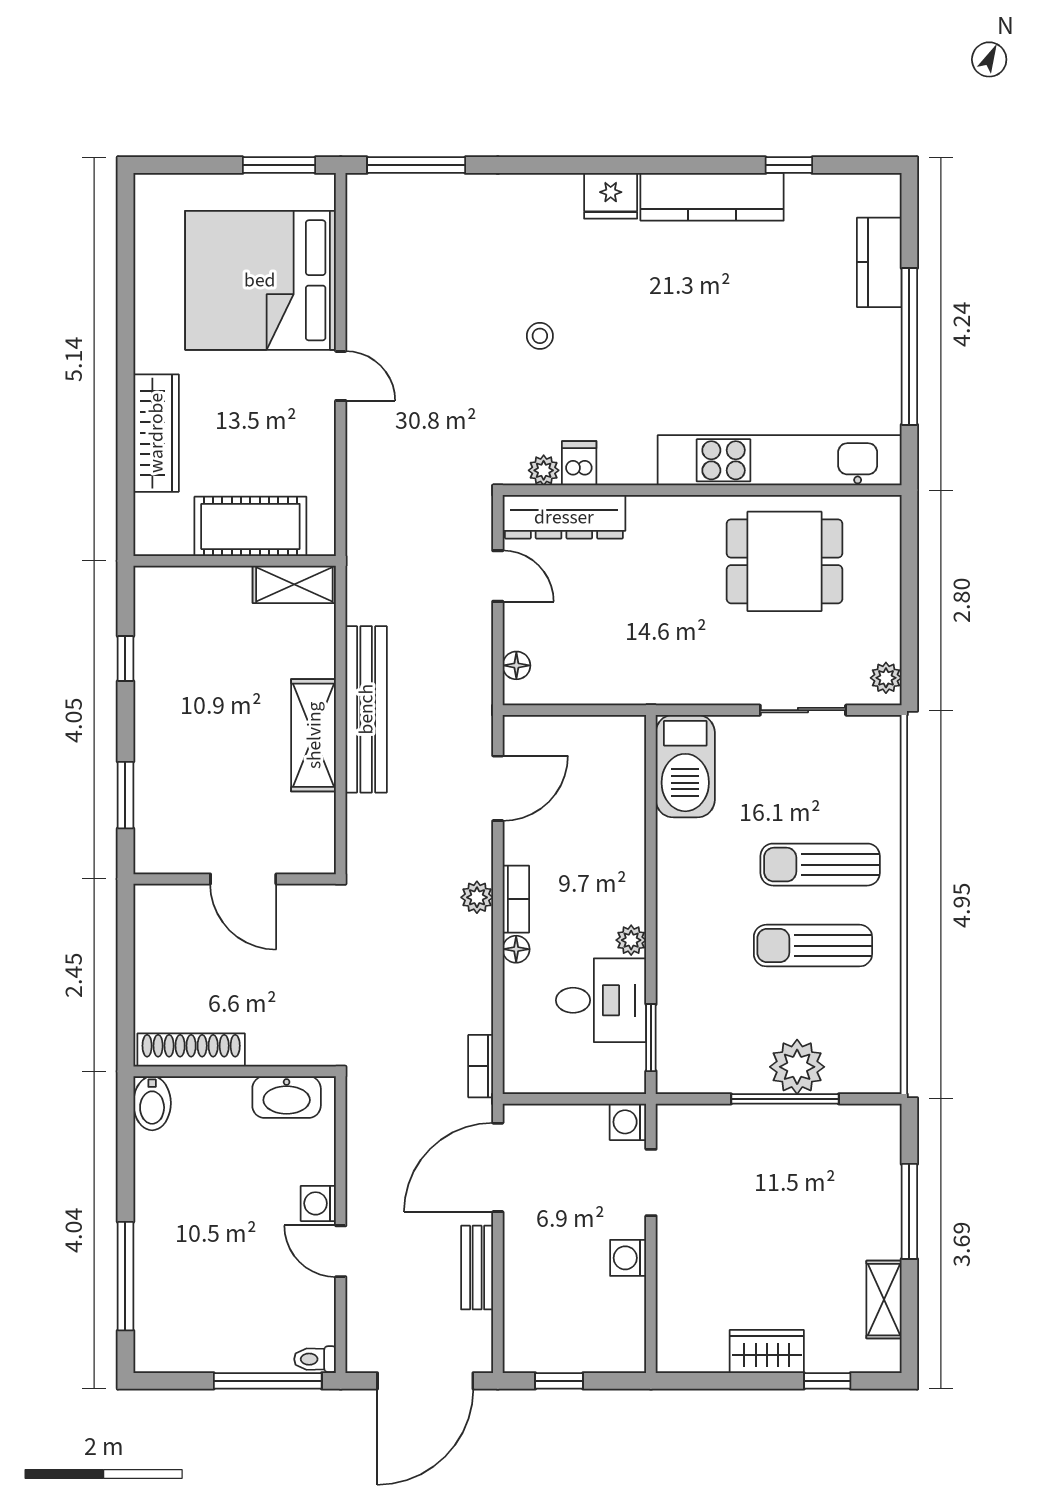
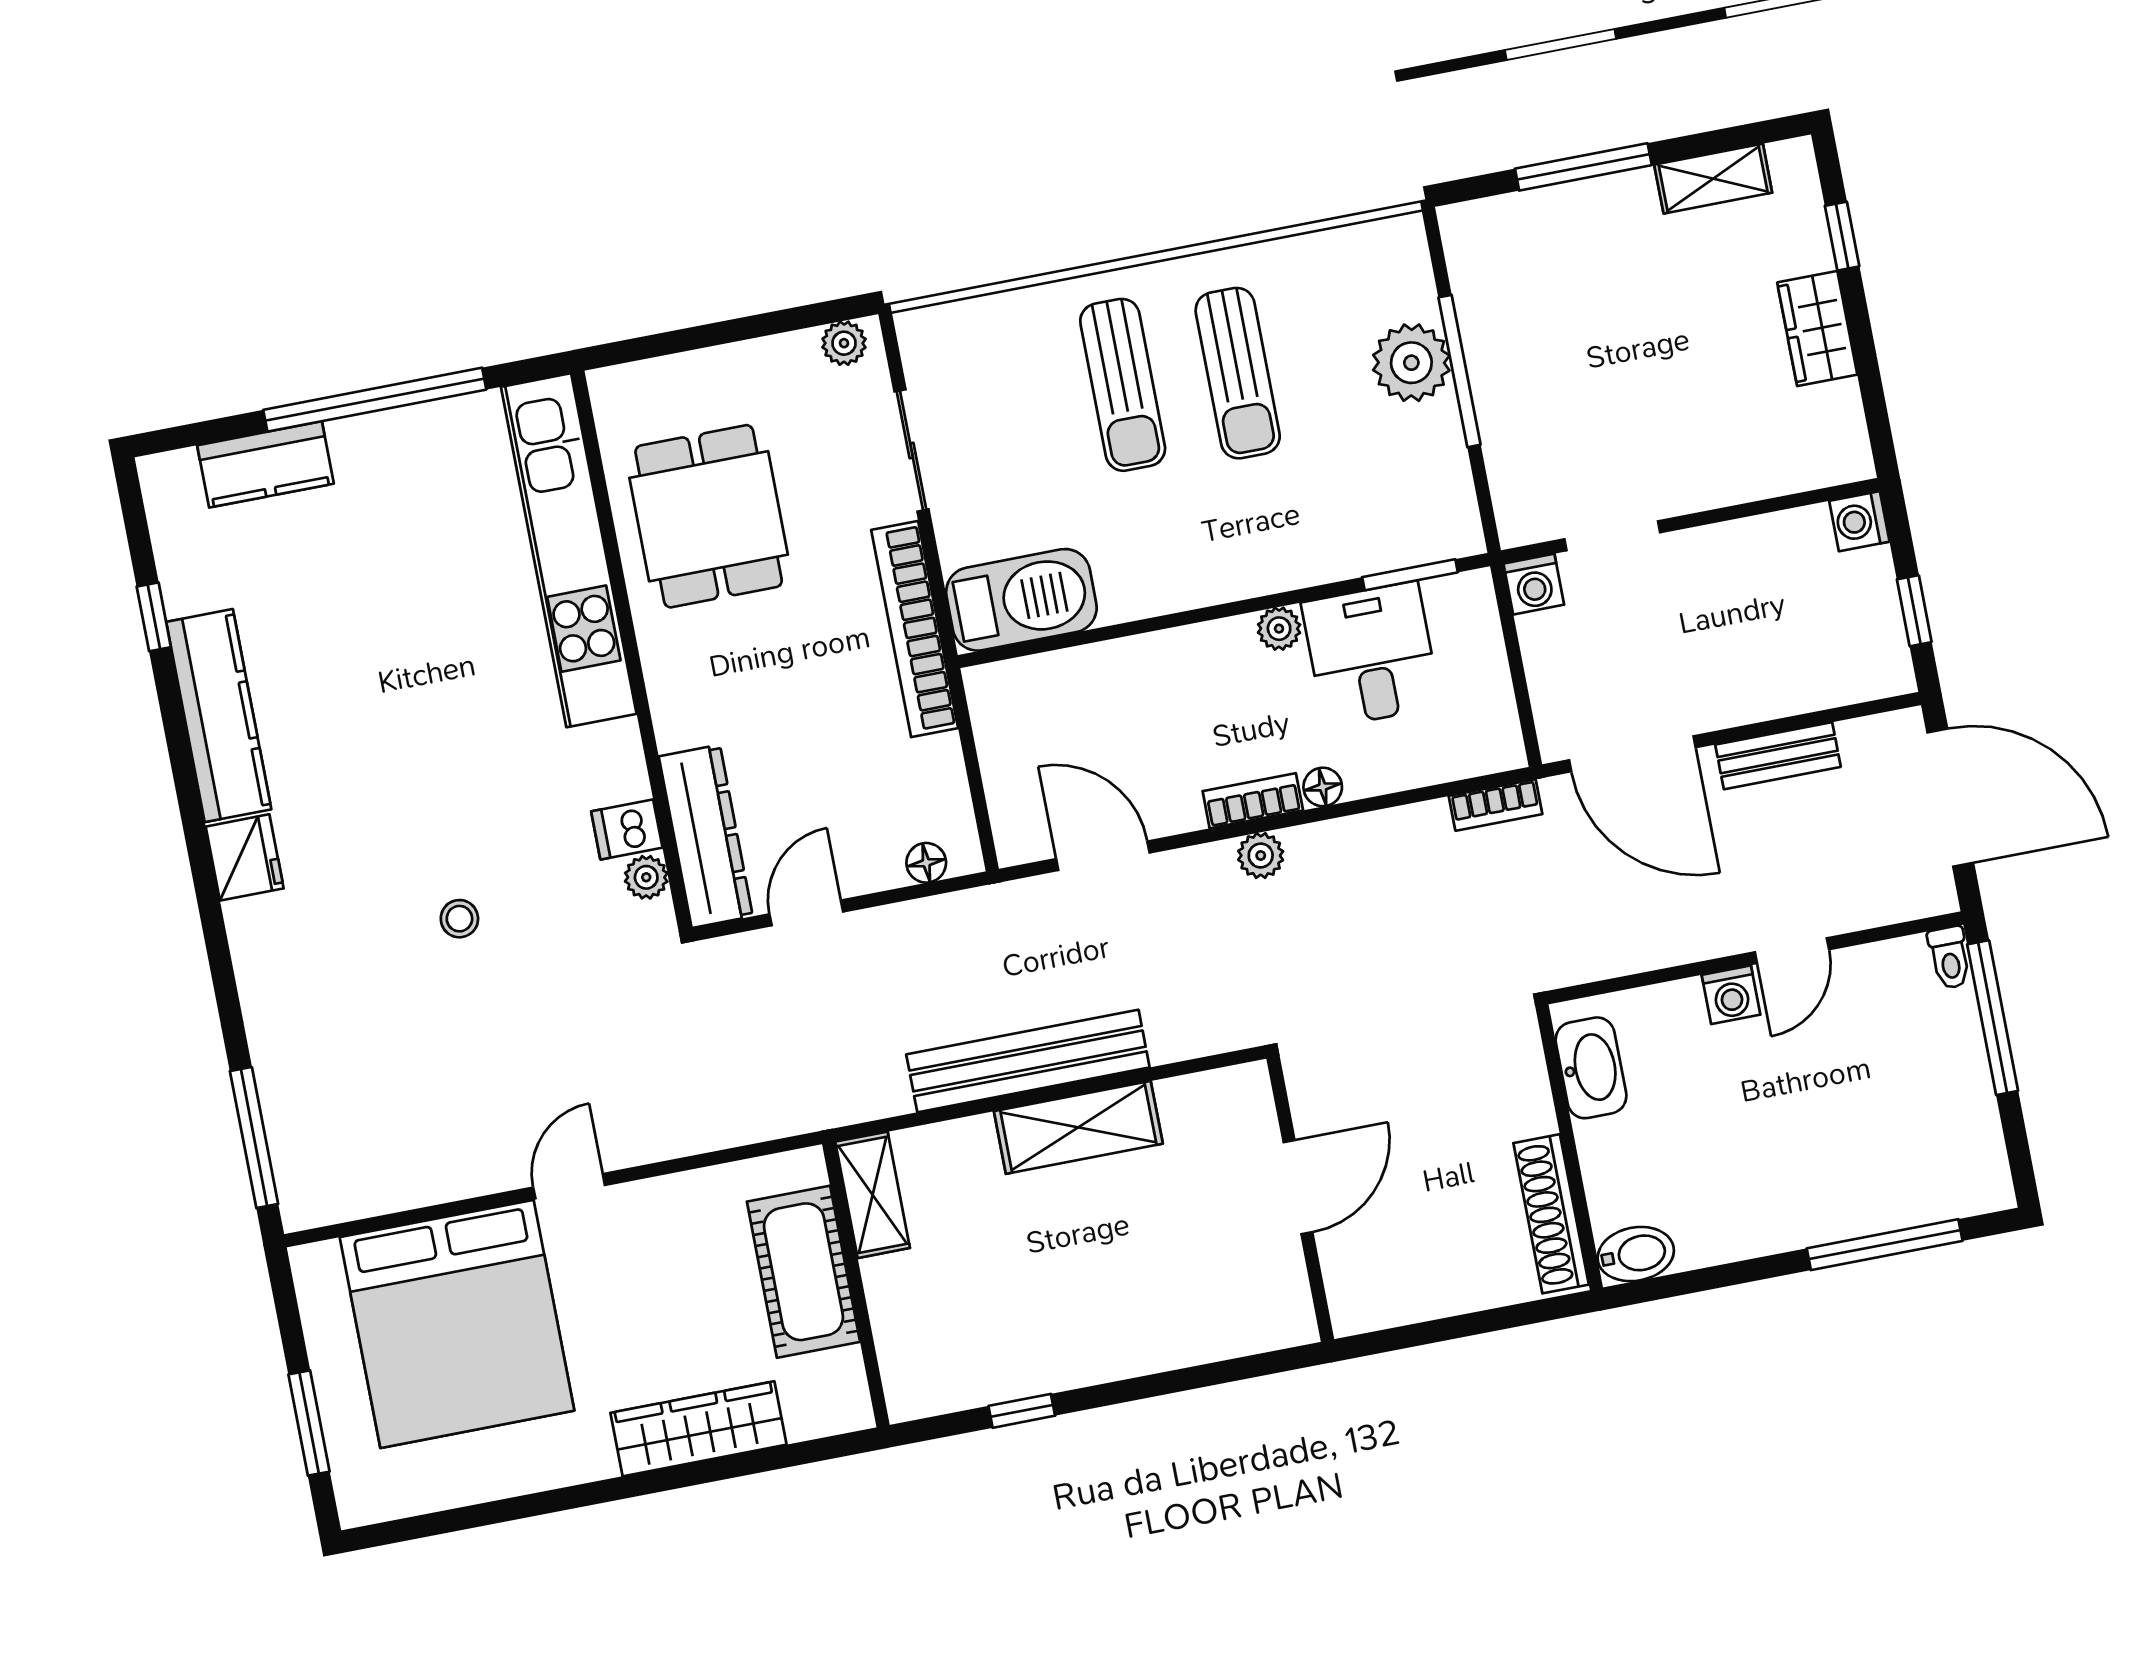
window: (279, 165) -> (309, 1423), moved
bookcase: (679, 689) -> (915, 629), added
window: (125, 795) -> (1212, 1374), removed
washing machine: (628, 1258) -> (1859, 521), moved, turned 90

